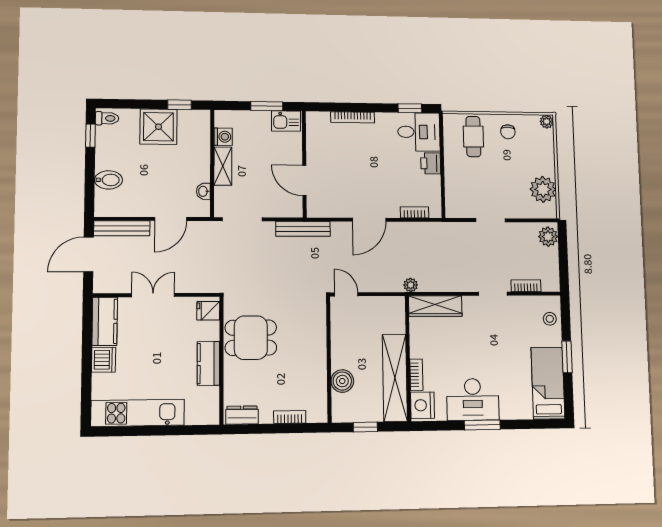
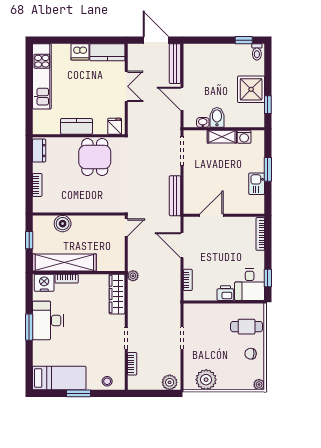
wall: (304, 164) -> (224, 215), moved
bidet: (108, 180) -> (217, 117), moved, turned 180
door: (304, 180) -> (212, 215), moved

